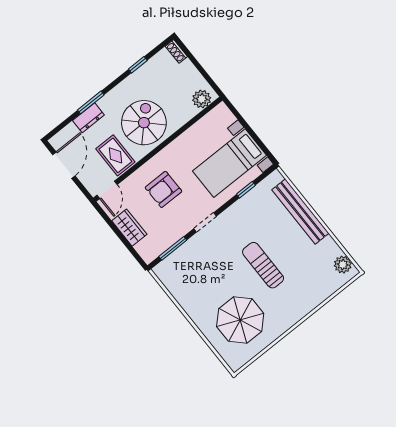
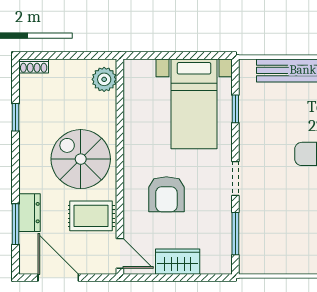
window: (91, 102) -> (15, 224), moved

